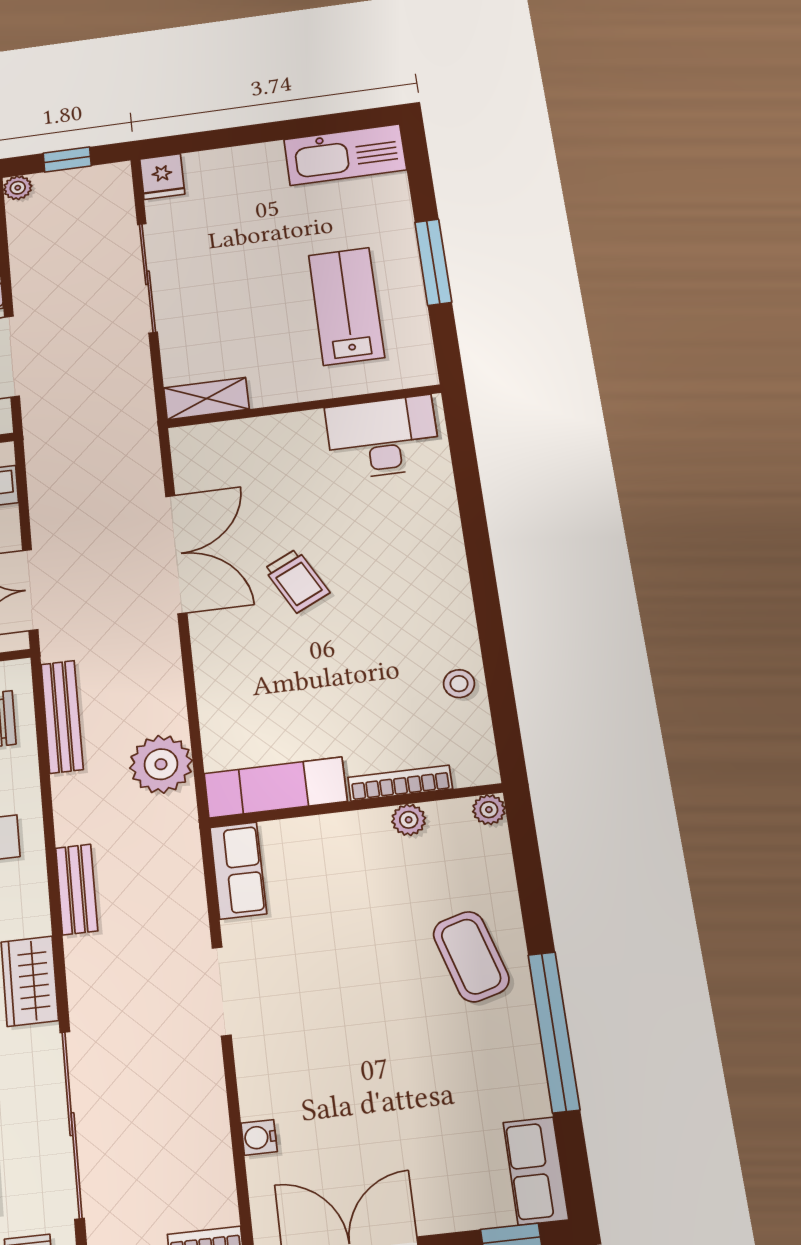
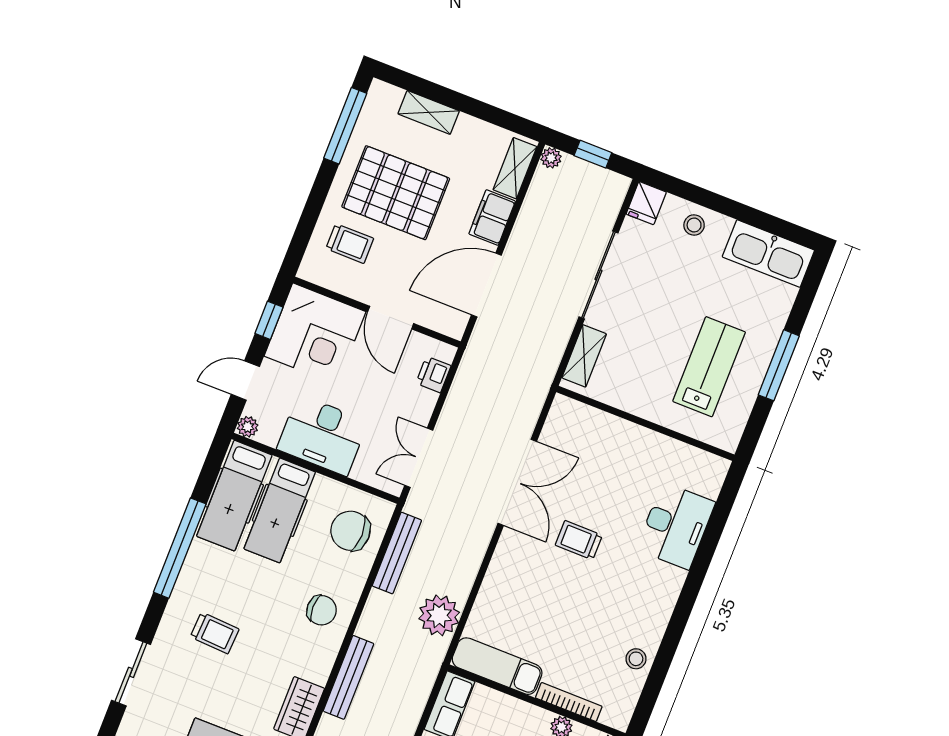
stool: (235, 170) -> (694, 225), added
shelving: (206, 399) -> (584, 356), moved, turned 90
desk: (383, 437) -> (676, 526), moved, turned 90
trolley: (297, 581) -> (579, 540), turned 117
bench: (77, 889) -> (349, 677), width x1.36

